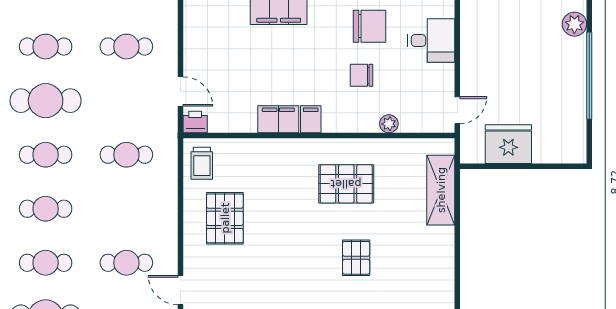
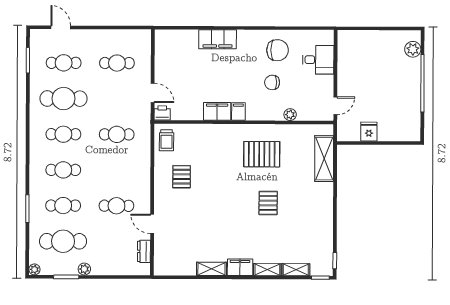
fridge: (508, 144) -> (369, 132), width x0.53, depth x0.75
pallet: (225, 218) -> (182, 177), width x0.67, depth x0.71

